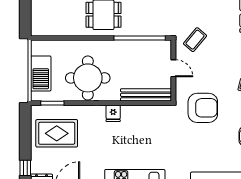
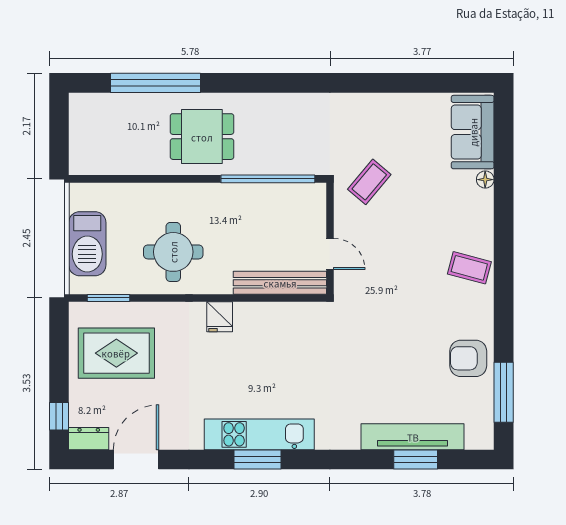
door: (173, 68) -> (330, 254), moved
round table: (88, 78) -> (173, 252), width x0.73, depth x0.73
armchair: (203, 108) -> (384, 307), removed

